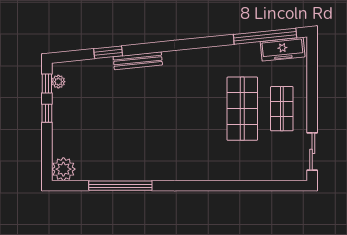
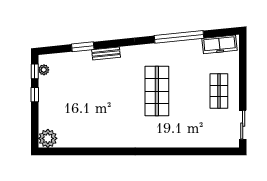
window: (265, 36) -> (179, 37), moved
bench: (138, 61) -> (106, 53), width x0.73
shop shelf: (242, 109) -> (157, 91), moved
window: (120, 186) -> (92, 151), removed

